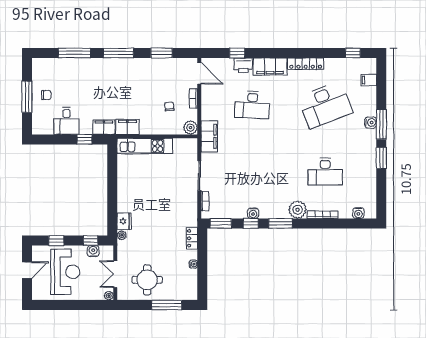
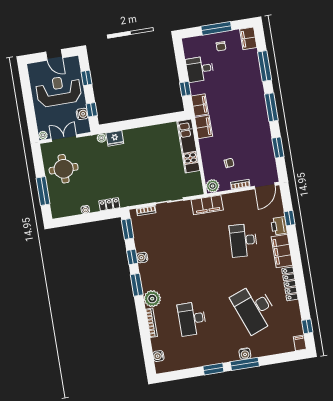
filing cabinet: (43, 65) -> (248, 38), added
filing cabinet: (369, 80) -> (300, 343), moved
reception desk: (65, 272) -> (59, 91), turned 180

